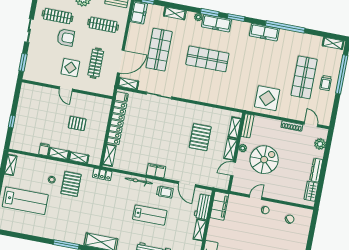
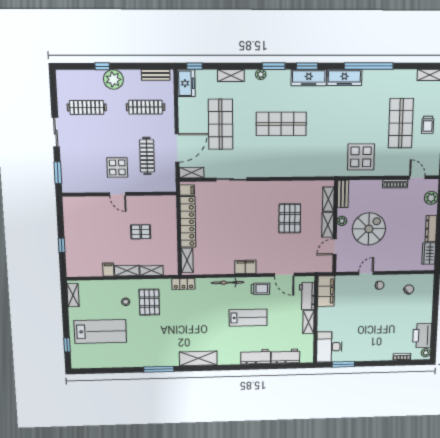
freezer: (217, 23) -> (309, 78), moved
armchair: (66, 38) -> (103, 132), removed

